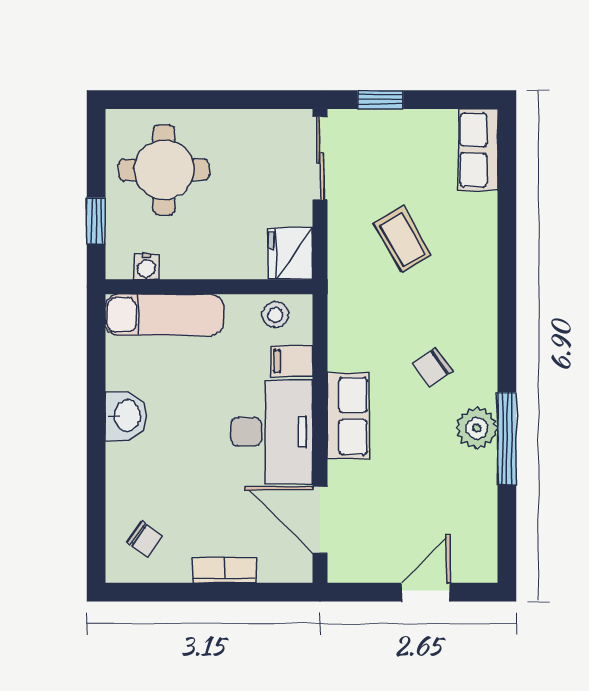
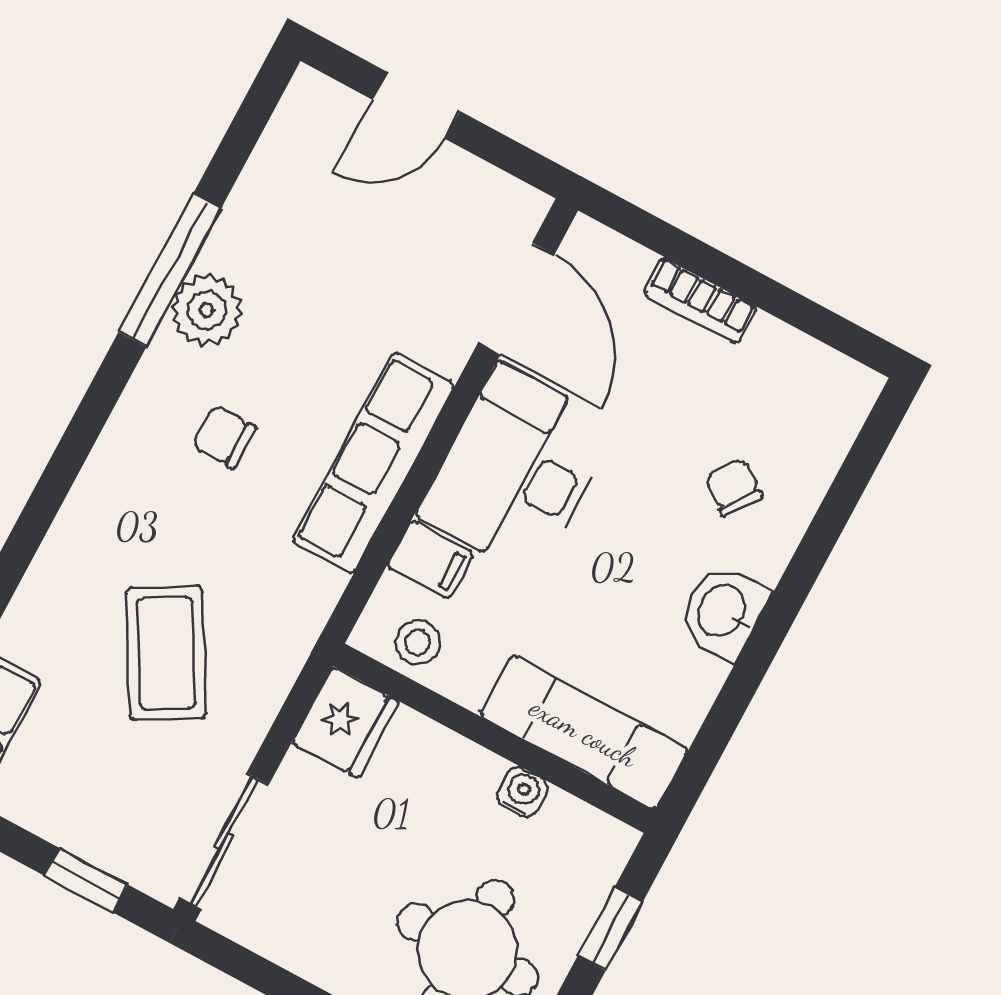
coffee table: (402, 239) -> (166, 653), width x1.36, depth x1.30
water cooler: (146, 267) -> (522, 792), moved
chair: (433, 367) -> (224, 437), turned -144
row of seats: (348, 416) -> (374, 463), width x1.48
chair: (145, 540) -> (734, 487), moved

